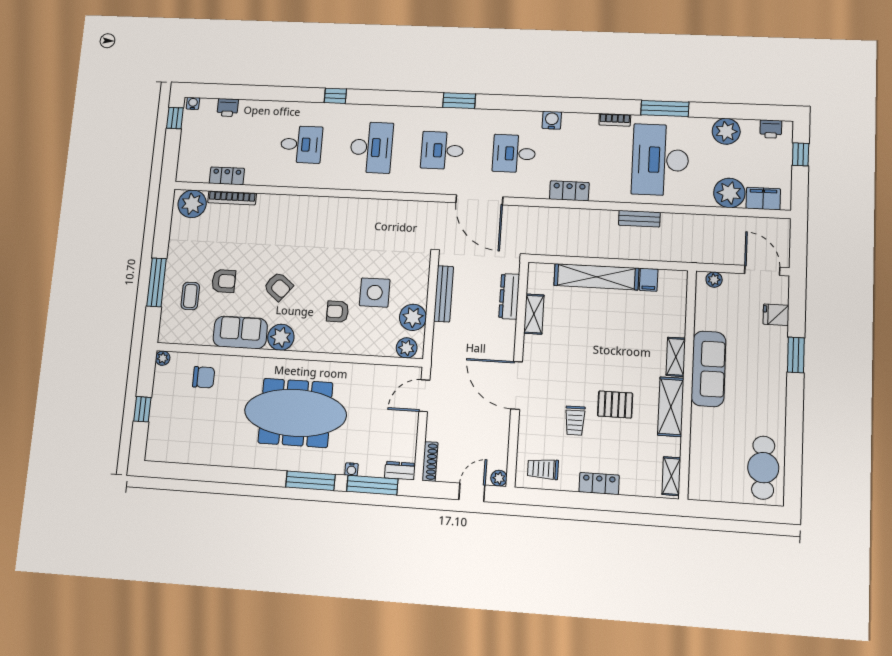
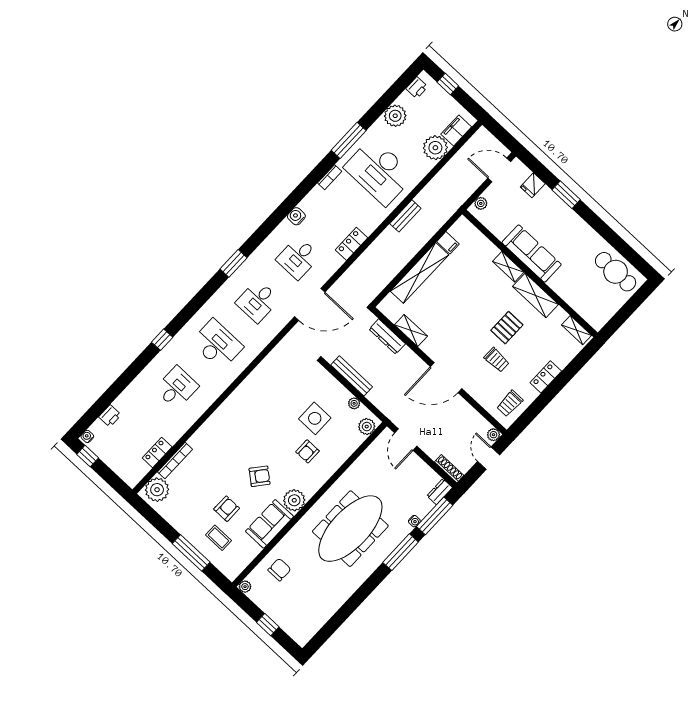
plant: (413, 317) -> (354, 403), width x0.53, depth x0.53

